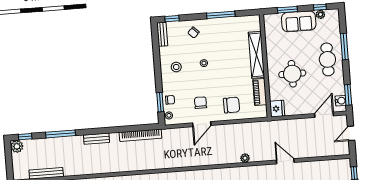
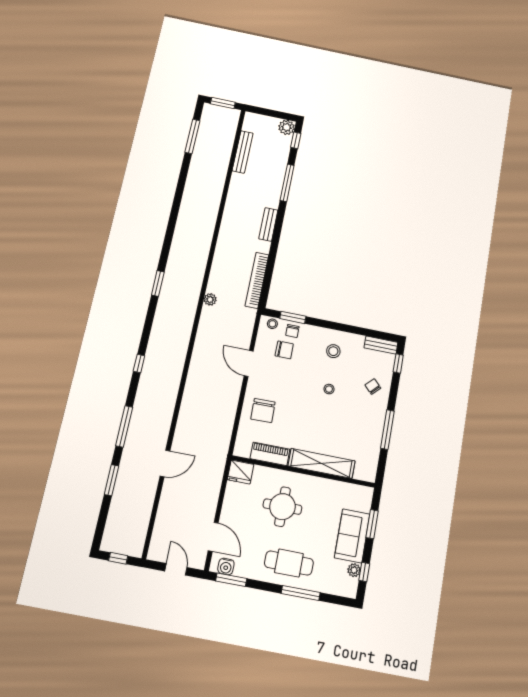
chair: (200, 103) -> (284, 350), moved
plant: (245, 158) -> (210, 299), moved

